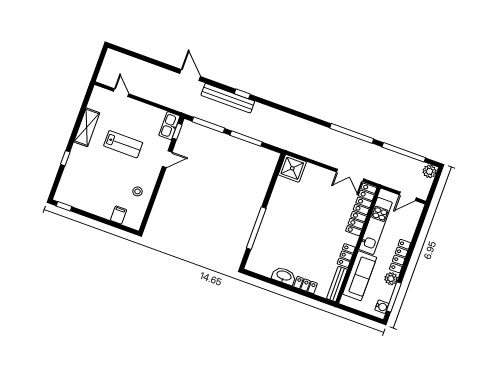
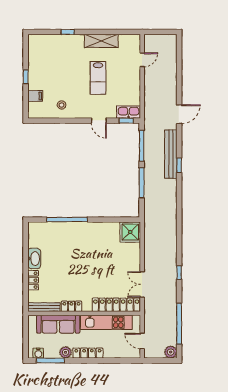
window: (352, 133) -> (179, 273), width x0.32
window: (64, 206) -> (26, 77), moved

